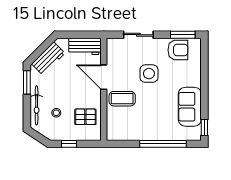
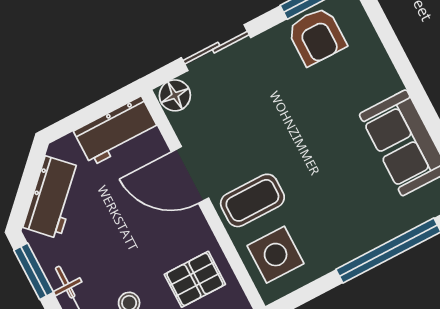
floor lamp: (114, 44) -> (175, 95), added
armchair: (178, 50) -> (317, 36), turned 90
side table: (149, 74) -> (276, 255), moved

